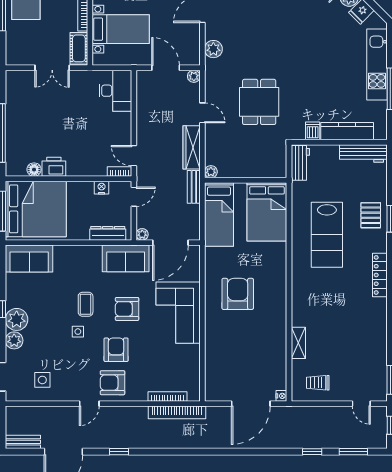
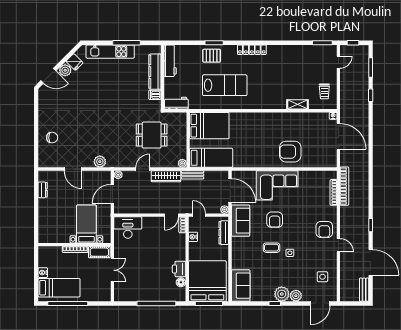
dining table: (259, 102) -> (152, 135), moved
armchair: (238, 294) -> (290, 152), moved
armchair: (116, 350) -> (302, 227), removed

